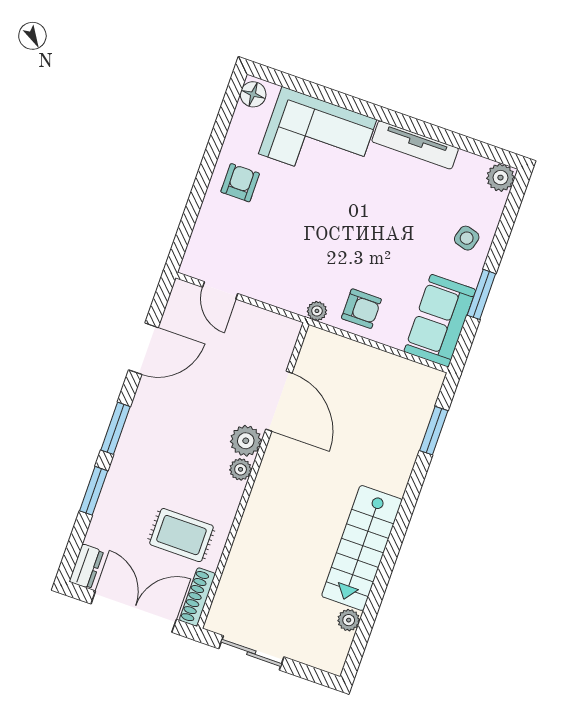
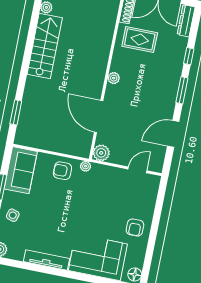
door: (220, 290) -> (137, 170), hinge flipped
plant: (246, 441) -> (101, 153), moved
window: (94, 491) -> (189, 56), width x0.67
dresser: (86, 566) -> (186, 21), width x1.44

